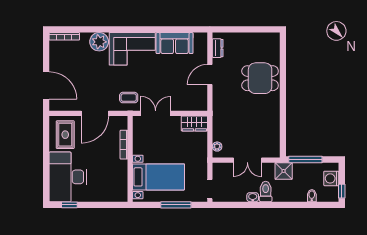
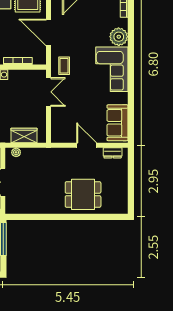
sofa: (175, 43) -> (117, 123), moved
dining table: (260, 78) -> (83, 194), turned 90
wardrobe: (194, 123) -> (24, 135), moved, turned 90

